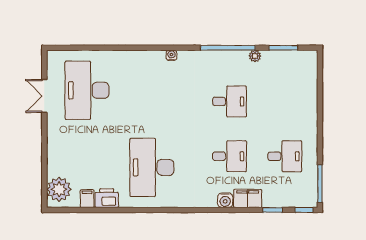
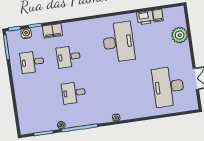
desk: (87, 90) -> (168, 87), turned 180
plant: (59, 189) -> (180, 35), moved
water cooler: (225, 200) -> (26, 33), moved

